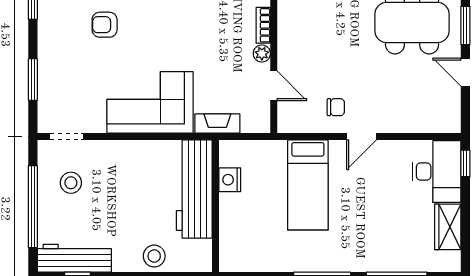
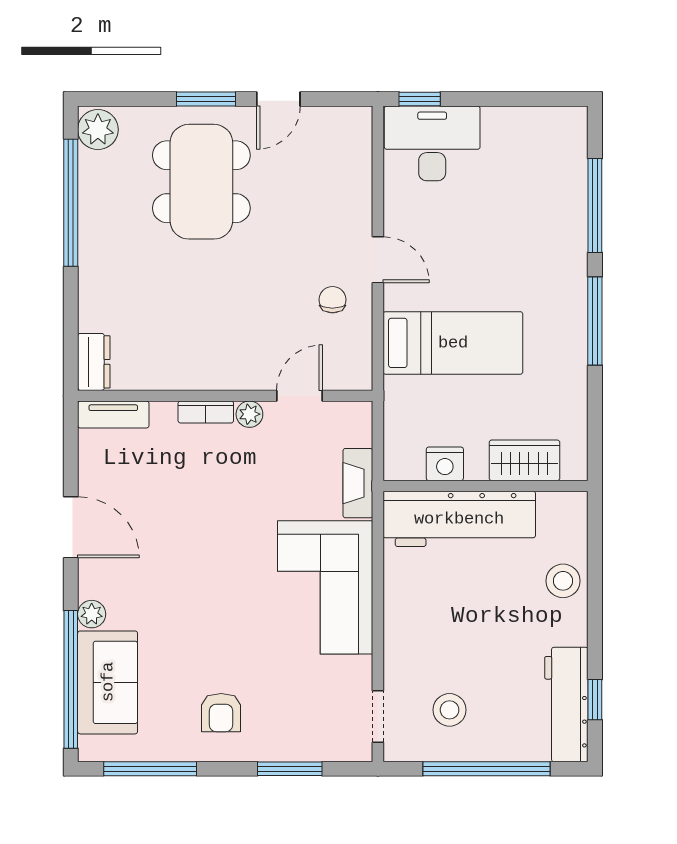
armchair: (105, 25) -> (221, 713), moved
wardrobe: (448, 227) -> (524, 460), moved, turned 180

